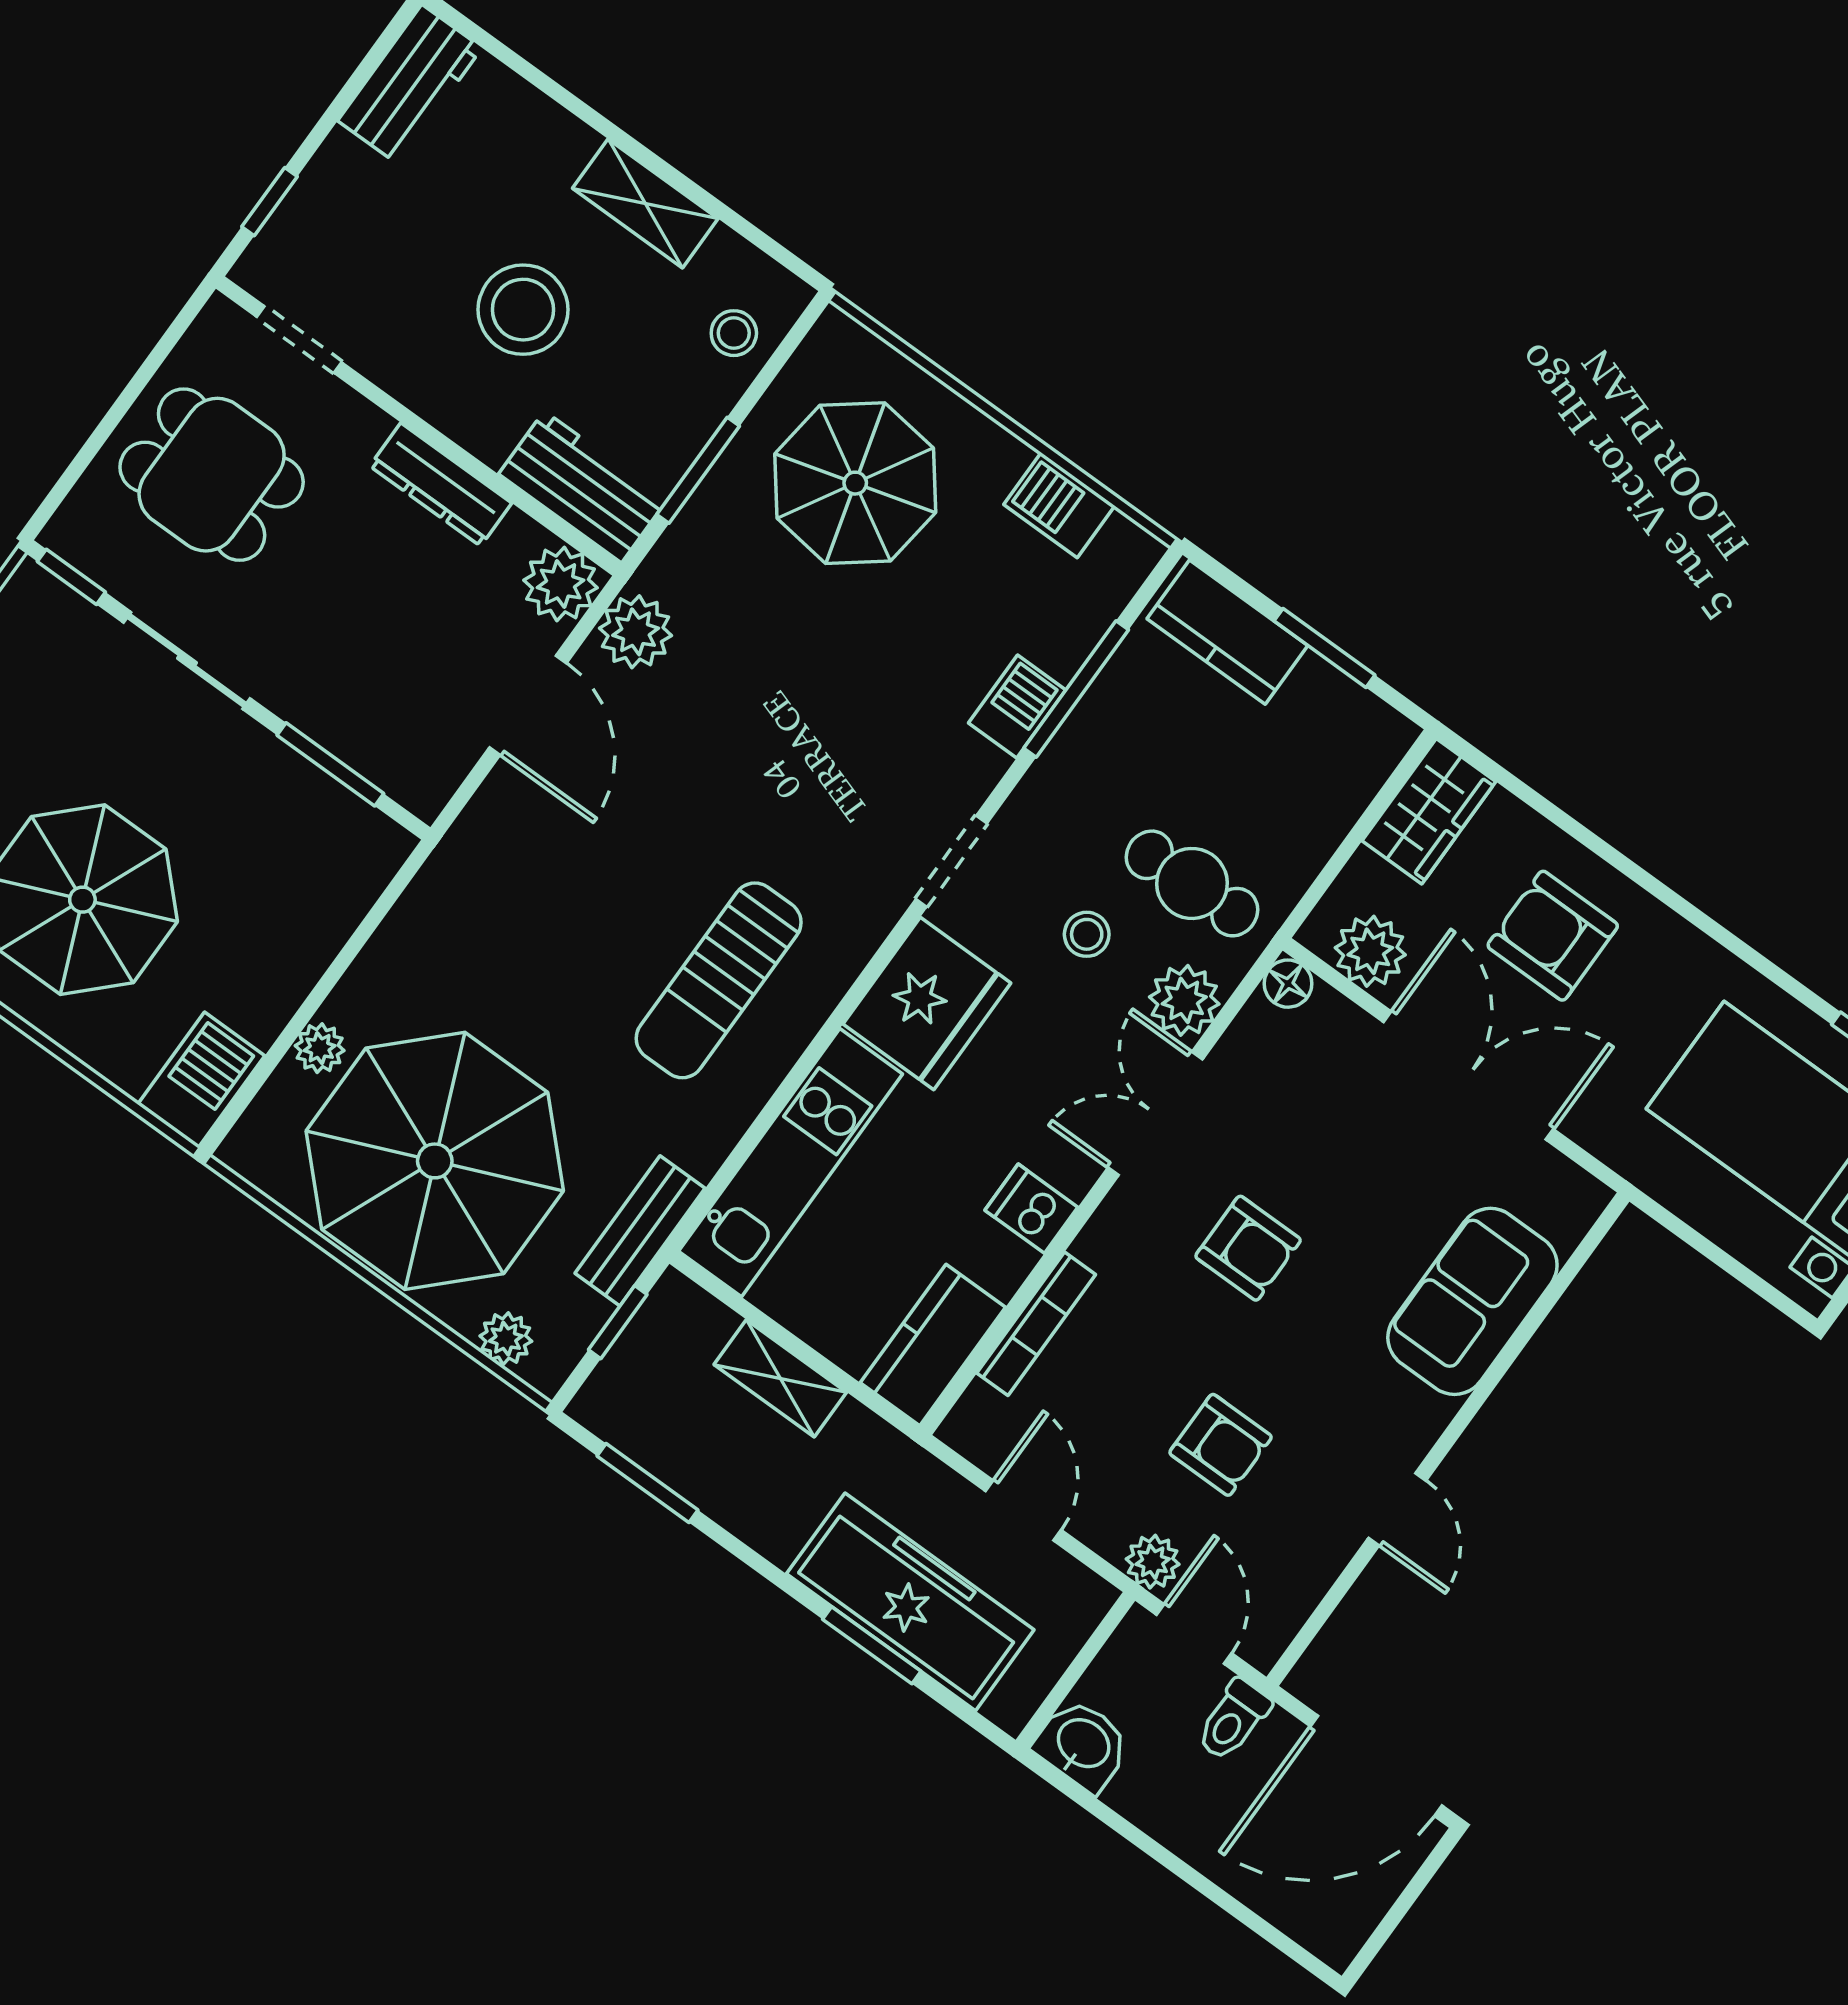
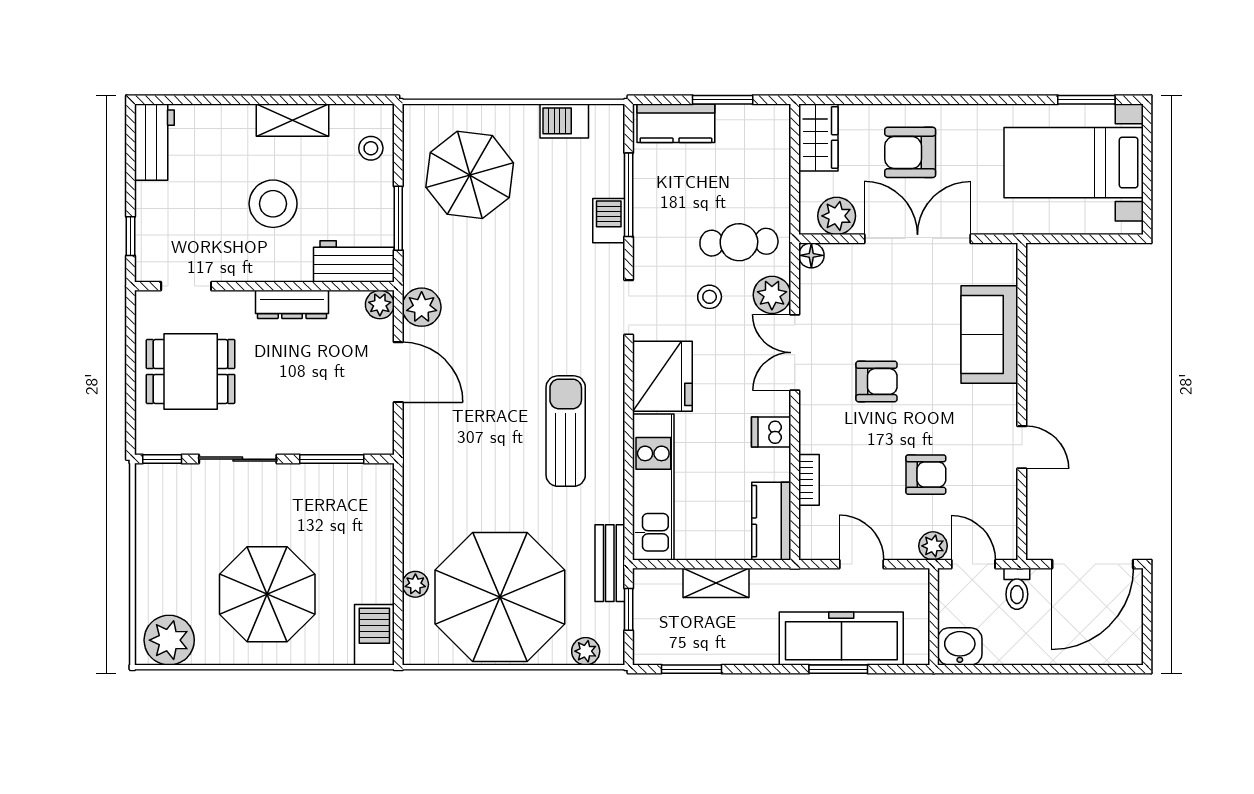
plant: (561, 584) -> (380, 305), width x0.73, depth x0.73
sun lounger: (719, 980) -> (566, 431), turned 180
bookcase: (1036, 1324) -> (809, 480), width x0.64

